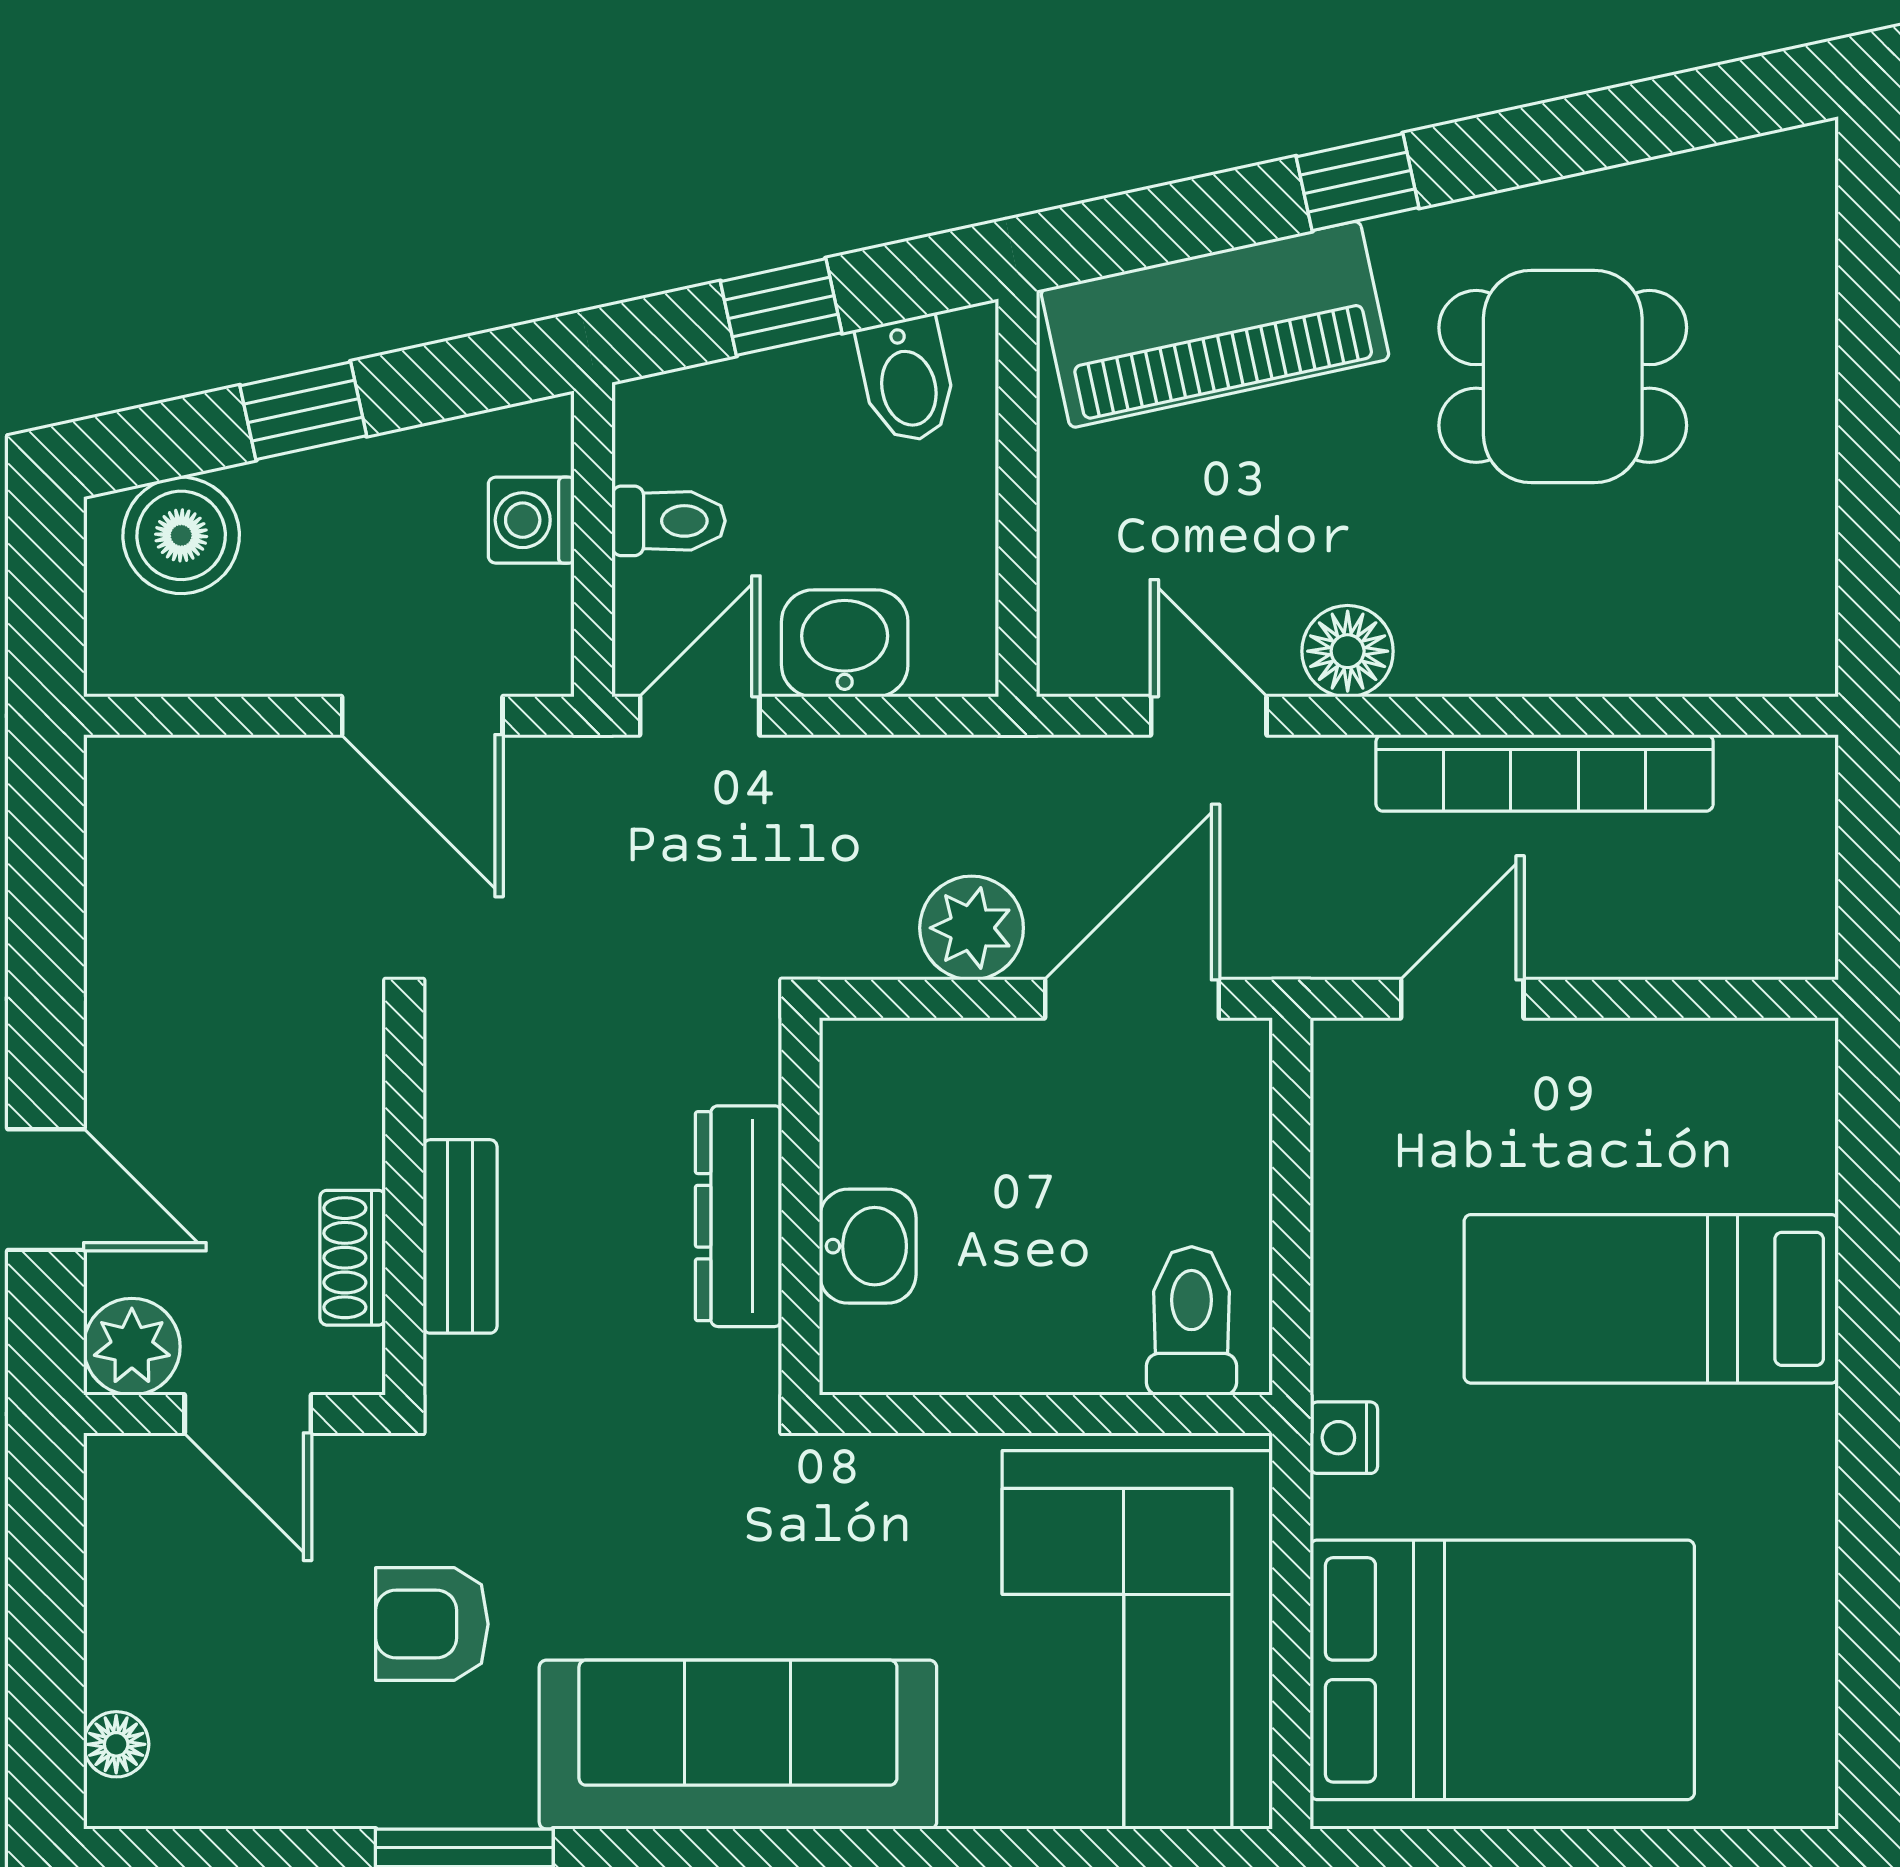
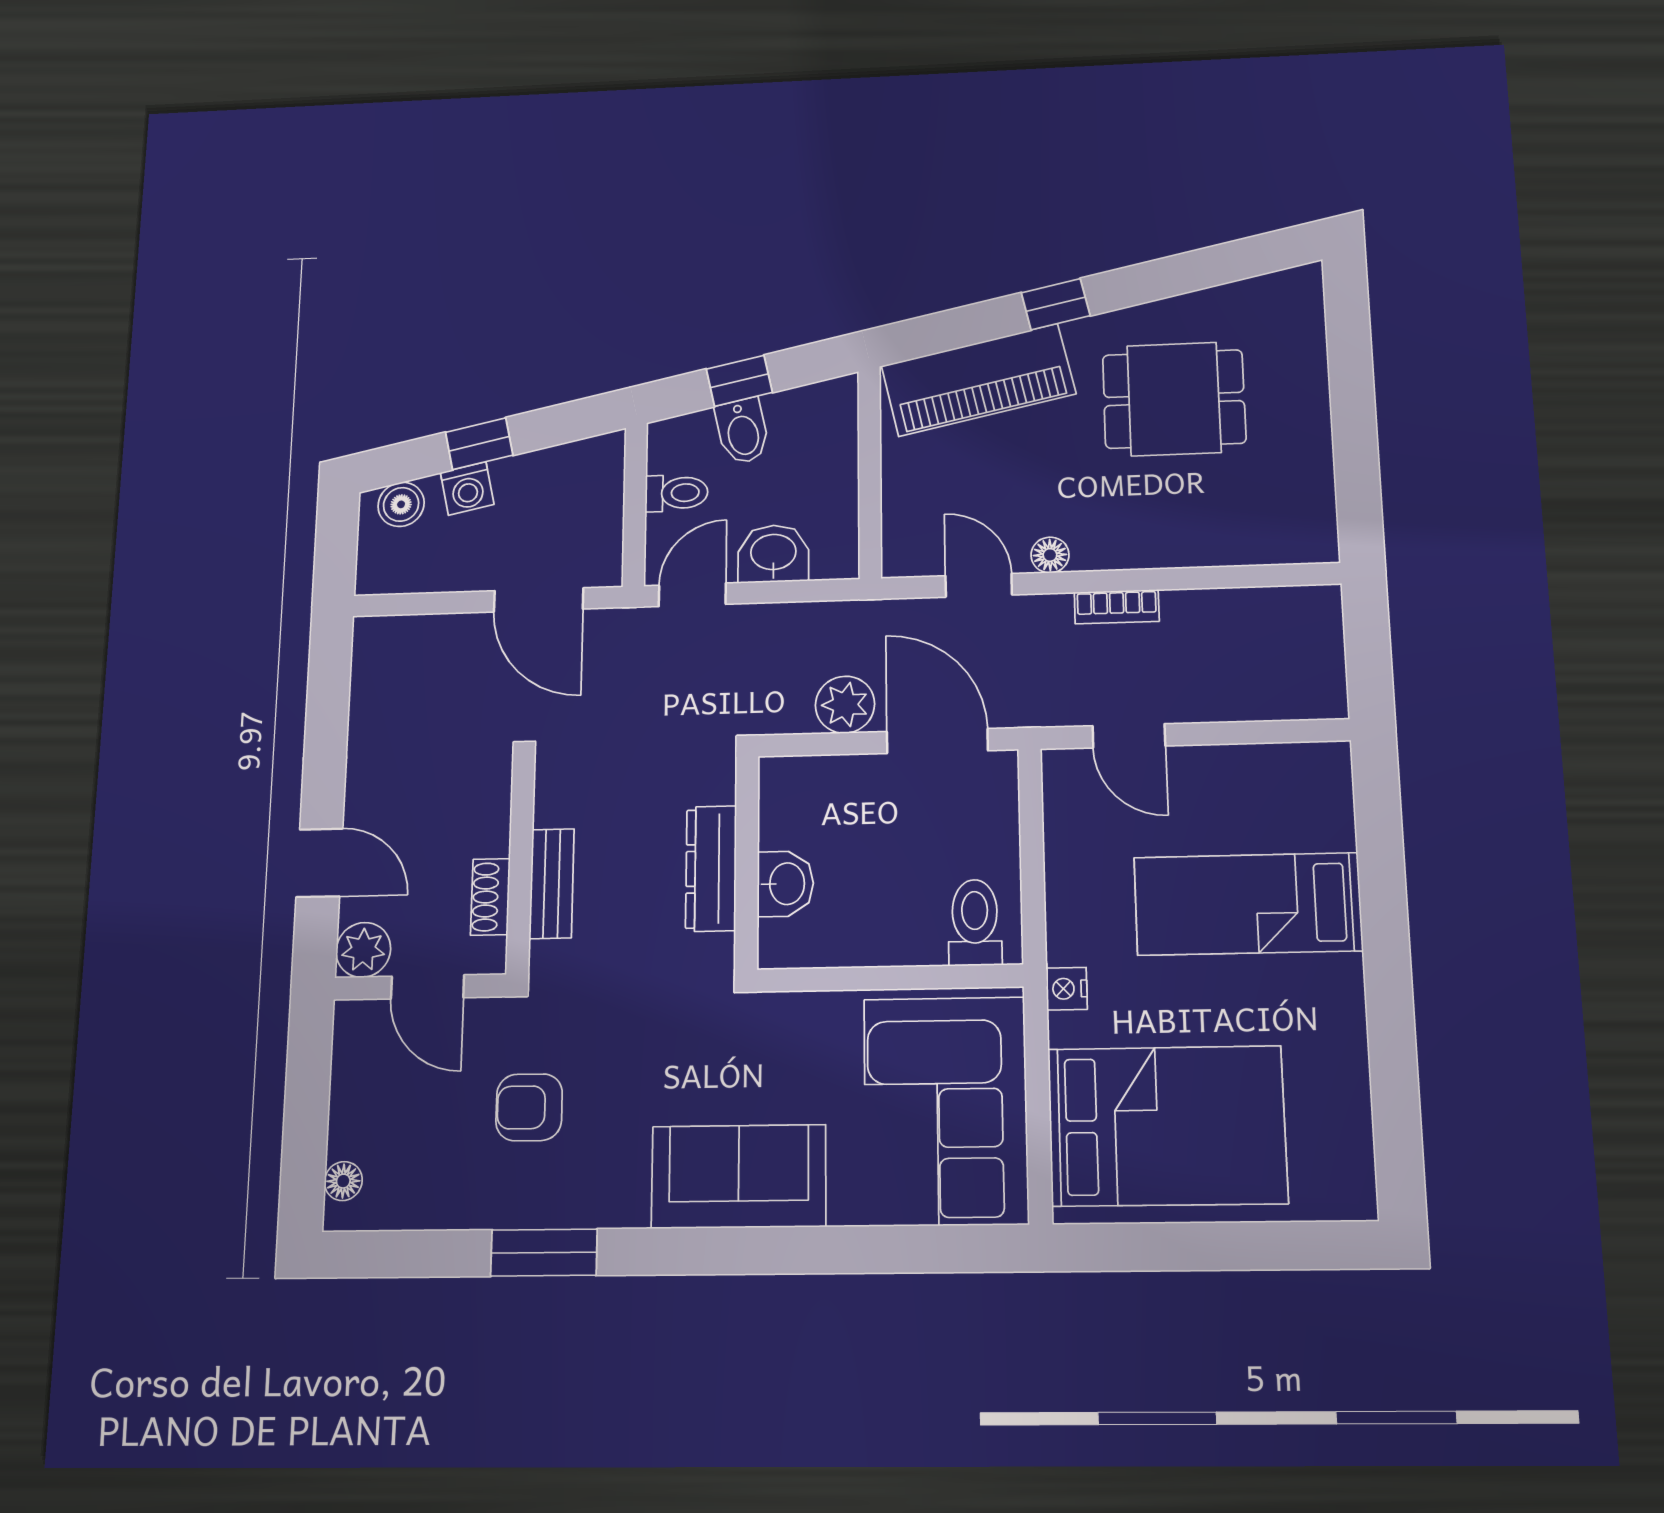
bidet: (907, 380) -> (742, 431), moved
washing machine: (531, 520) -> (467, 489), moved, turned -102
boiler: (181, 535) -> (401, 504), width x0.73, depth x0.73
floor lamp: (1348, 651) -> (1050, 555), width x0.73, depth x0.73
bookcase: (1545, 773) -> (1117, 607), width x0.43, depth x0.76
door: (1132, 999) -> (937, 741), hinge flipped
door: (1462, 999) -> (1129, 736), swing flipped
sofa: (738, 1745) -> (739, 1176), width x0.73

